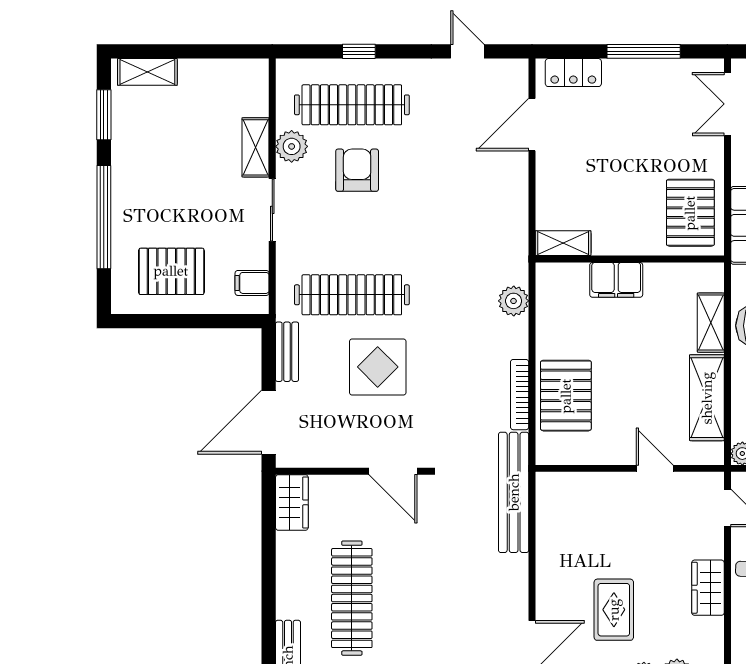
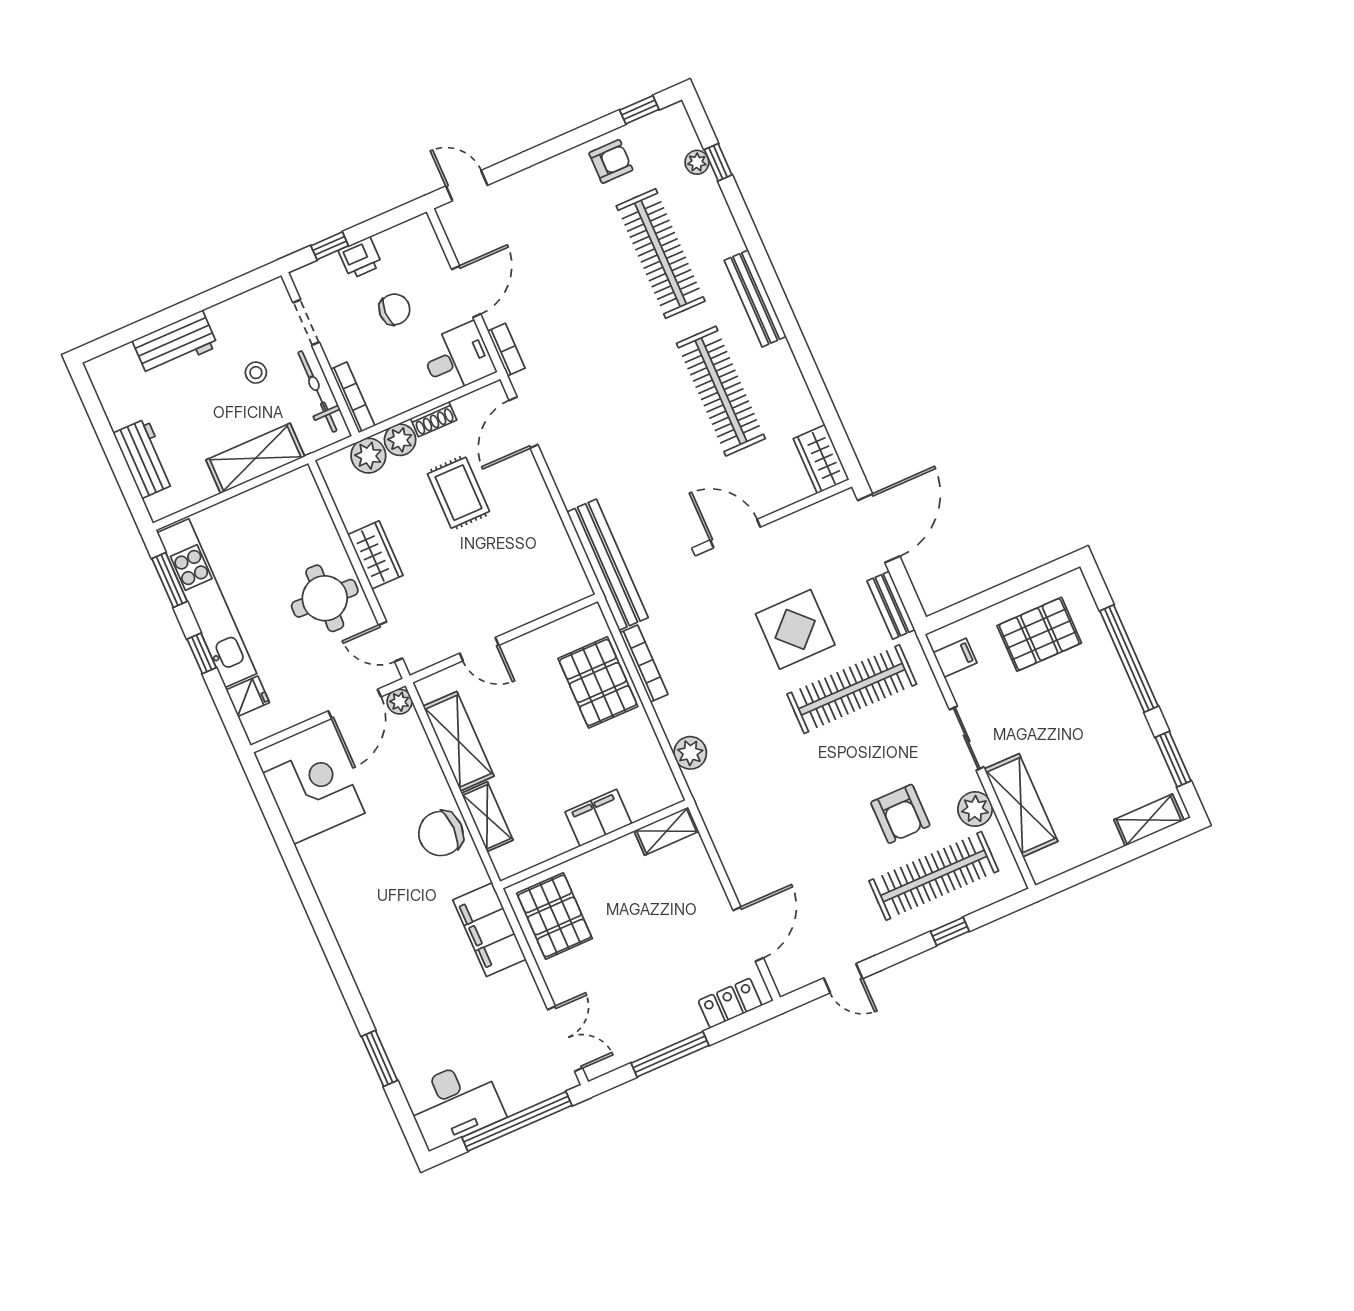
shelving: (256, 147) -> (1021, 805), width x1.50, depth x1.33

